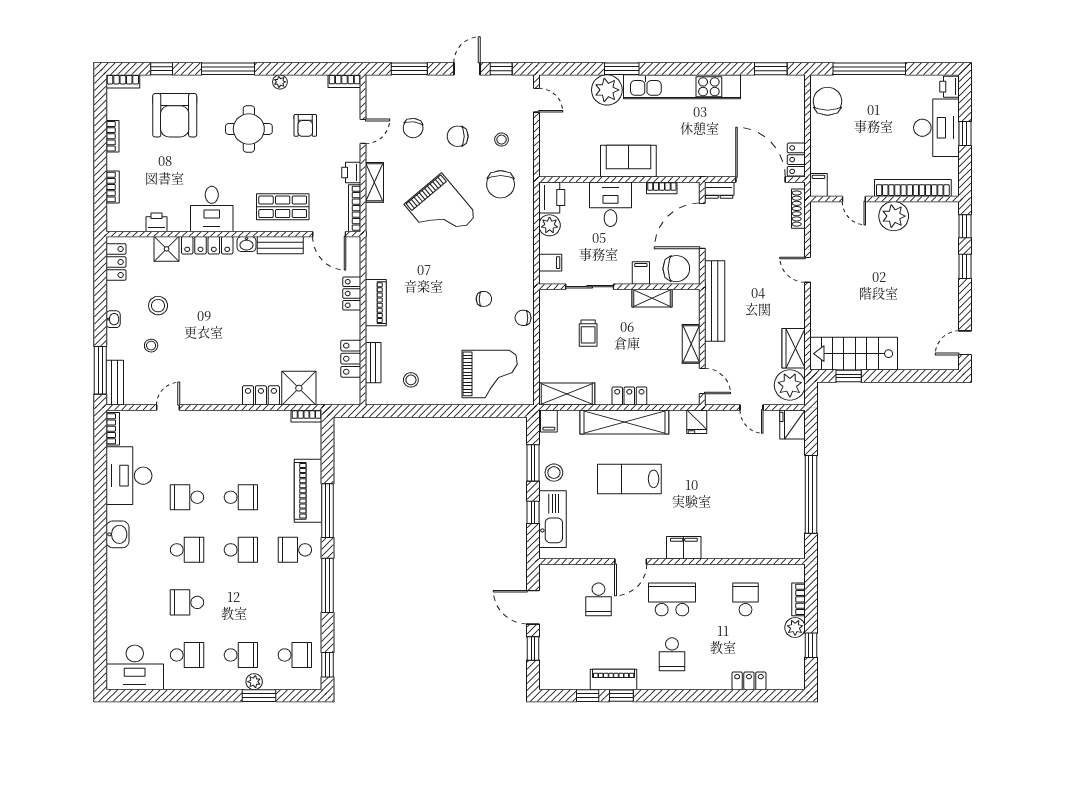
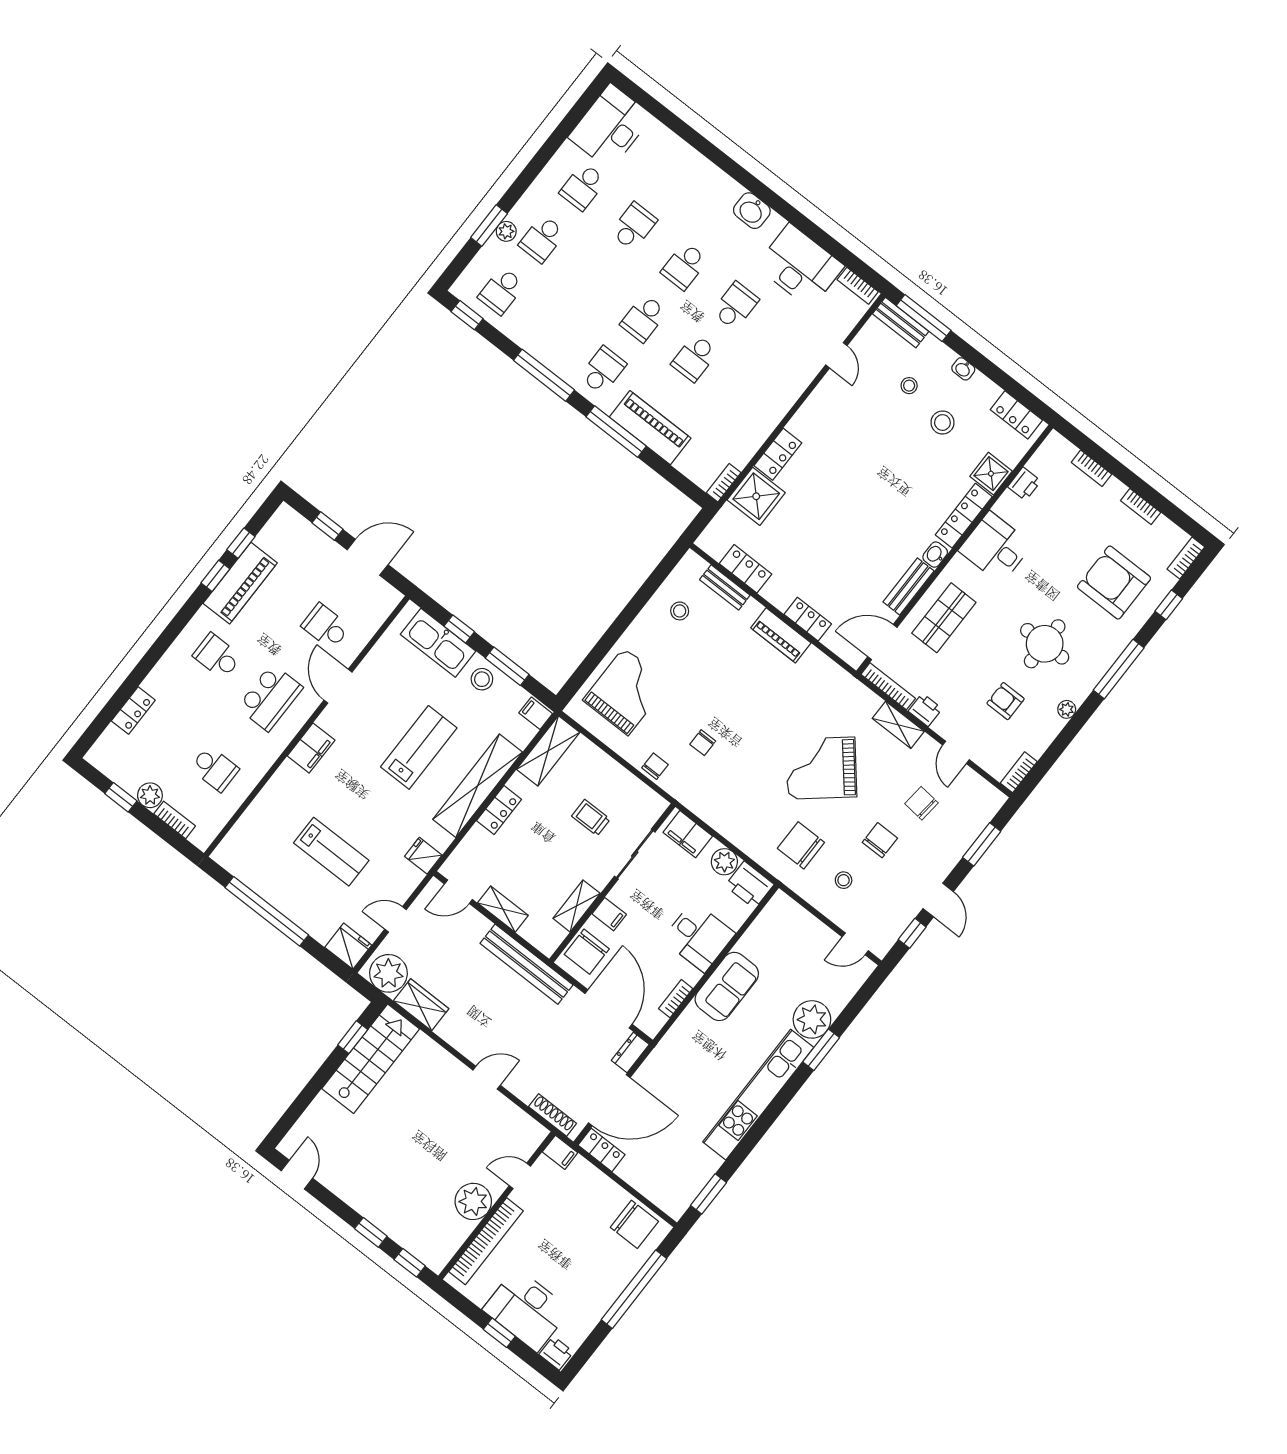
filing cabinet: (550, 263) -> (688, 834), width x2.00
grand piano: (490, 374) -> (626, 691), turned 180
lab bench: (740, 483) -> (331, 852), added
piano: (614, 679) -> (240, 583), width x1.37, depth x1.33

